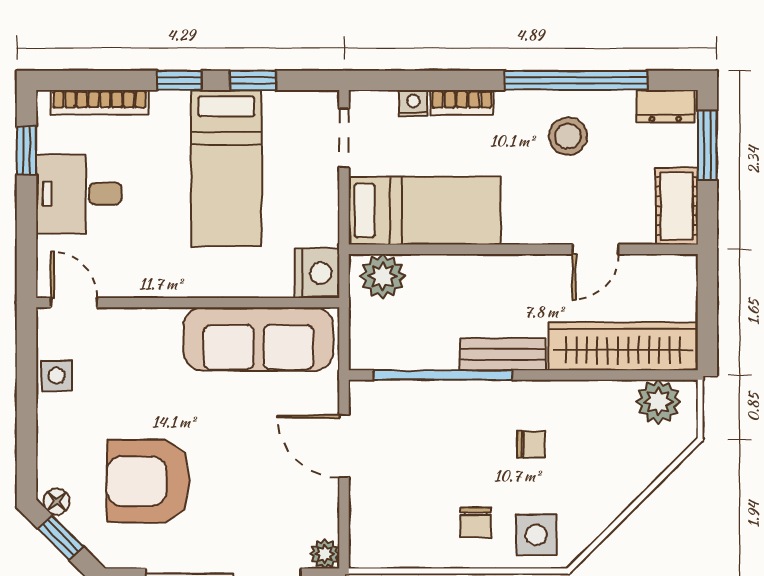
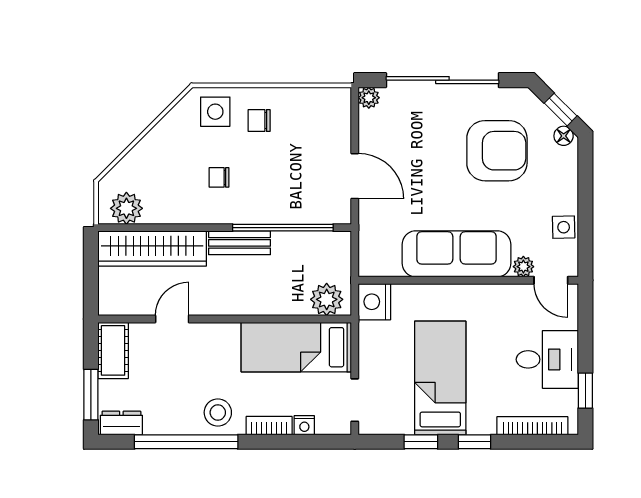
stool: (568, 136) -> (218, 412), moved
plant: (112, 322) -> (523, 267), added
sofa: (258, 339) -> (456, 254), moved
chair: (476, 523) -> (259, 120), turned -90

